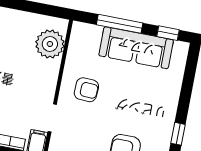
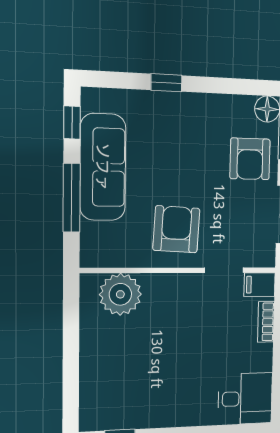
armchair: (86, 90) -> (176, 229), width x1.38, depth x1.38
window: (178, 134) -> (166, 83), moved

